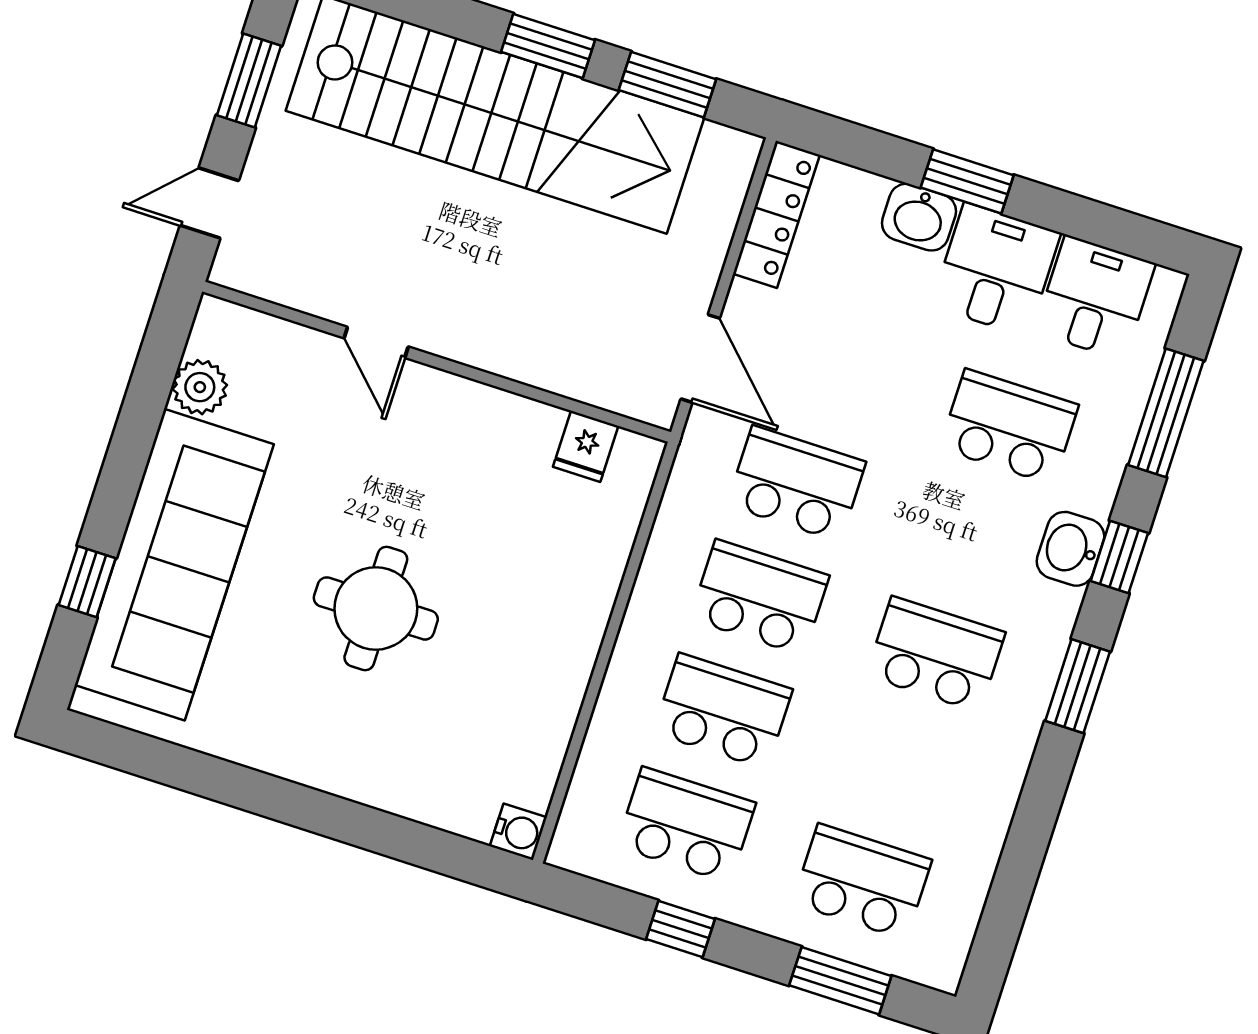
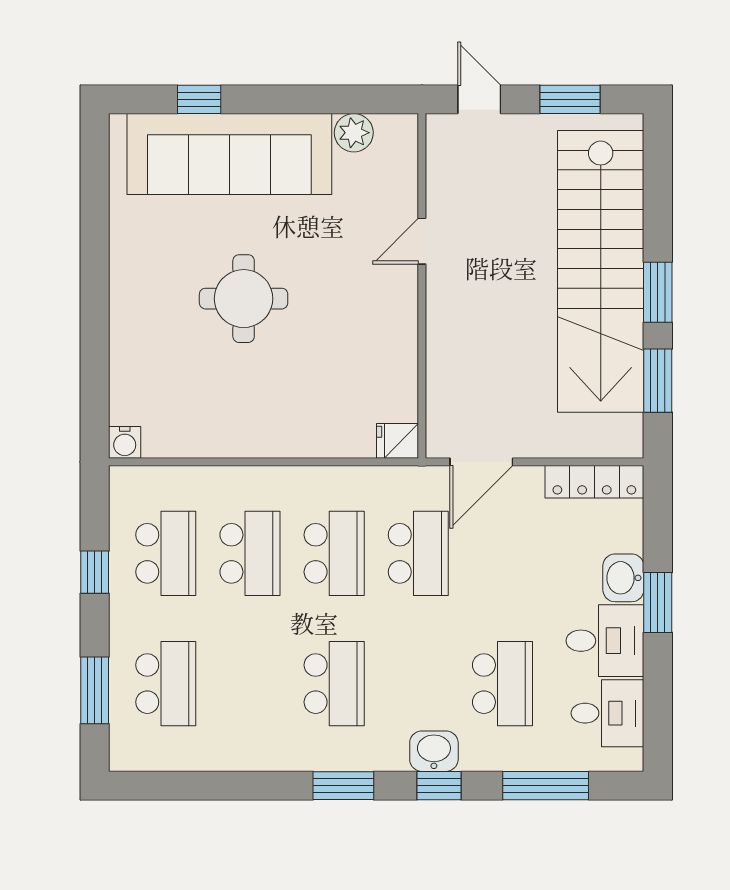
fridge: (586, 446) -> (398, 441), moved

